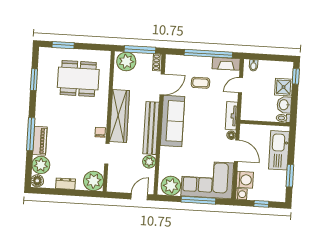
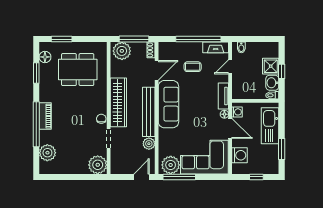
window: (296, 76) -> (282, 71), moved
window: (31, 134) -> (36, 124), width x1.46
piano: (40, 141) -> (45, 116), moved
floor lamp: (37, 181) -> (45, 57), moved
dresser: (65, 184) -> (72, 169), removed
washing machine: (241, 194) -> (237, 112), moved
window: (198, 200) -> (179, 177), moved

